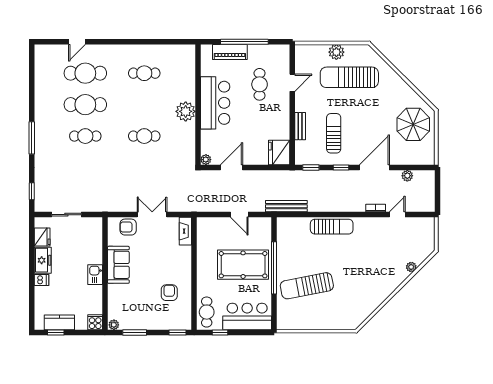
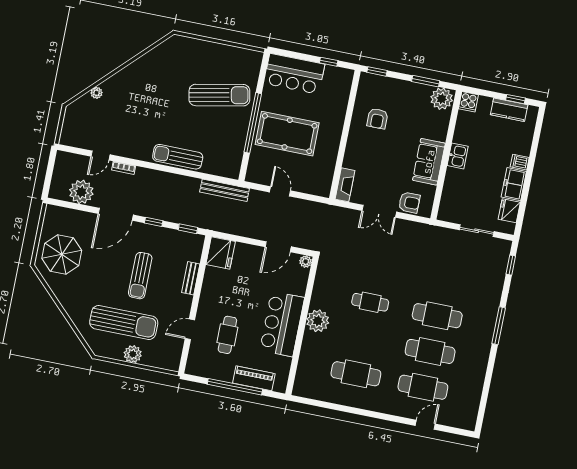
cafe table: (144, 73) -> (356, 374), width x1.37, depth x1.35
sun lounger: (334, 133) -> (140, 276), moved
cafe table: (85, 136) -> (437, 316), width x1.37, depth x1.35
plant: (407, 176) -> (81, 192), width x1.87, depth x1.87
cafe table: (207, 312) -> (339, 88), removed
plant: (114, 325) -> (442, 99), width x1.88, depth x1.88

